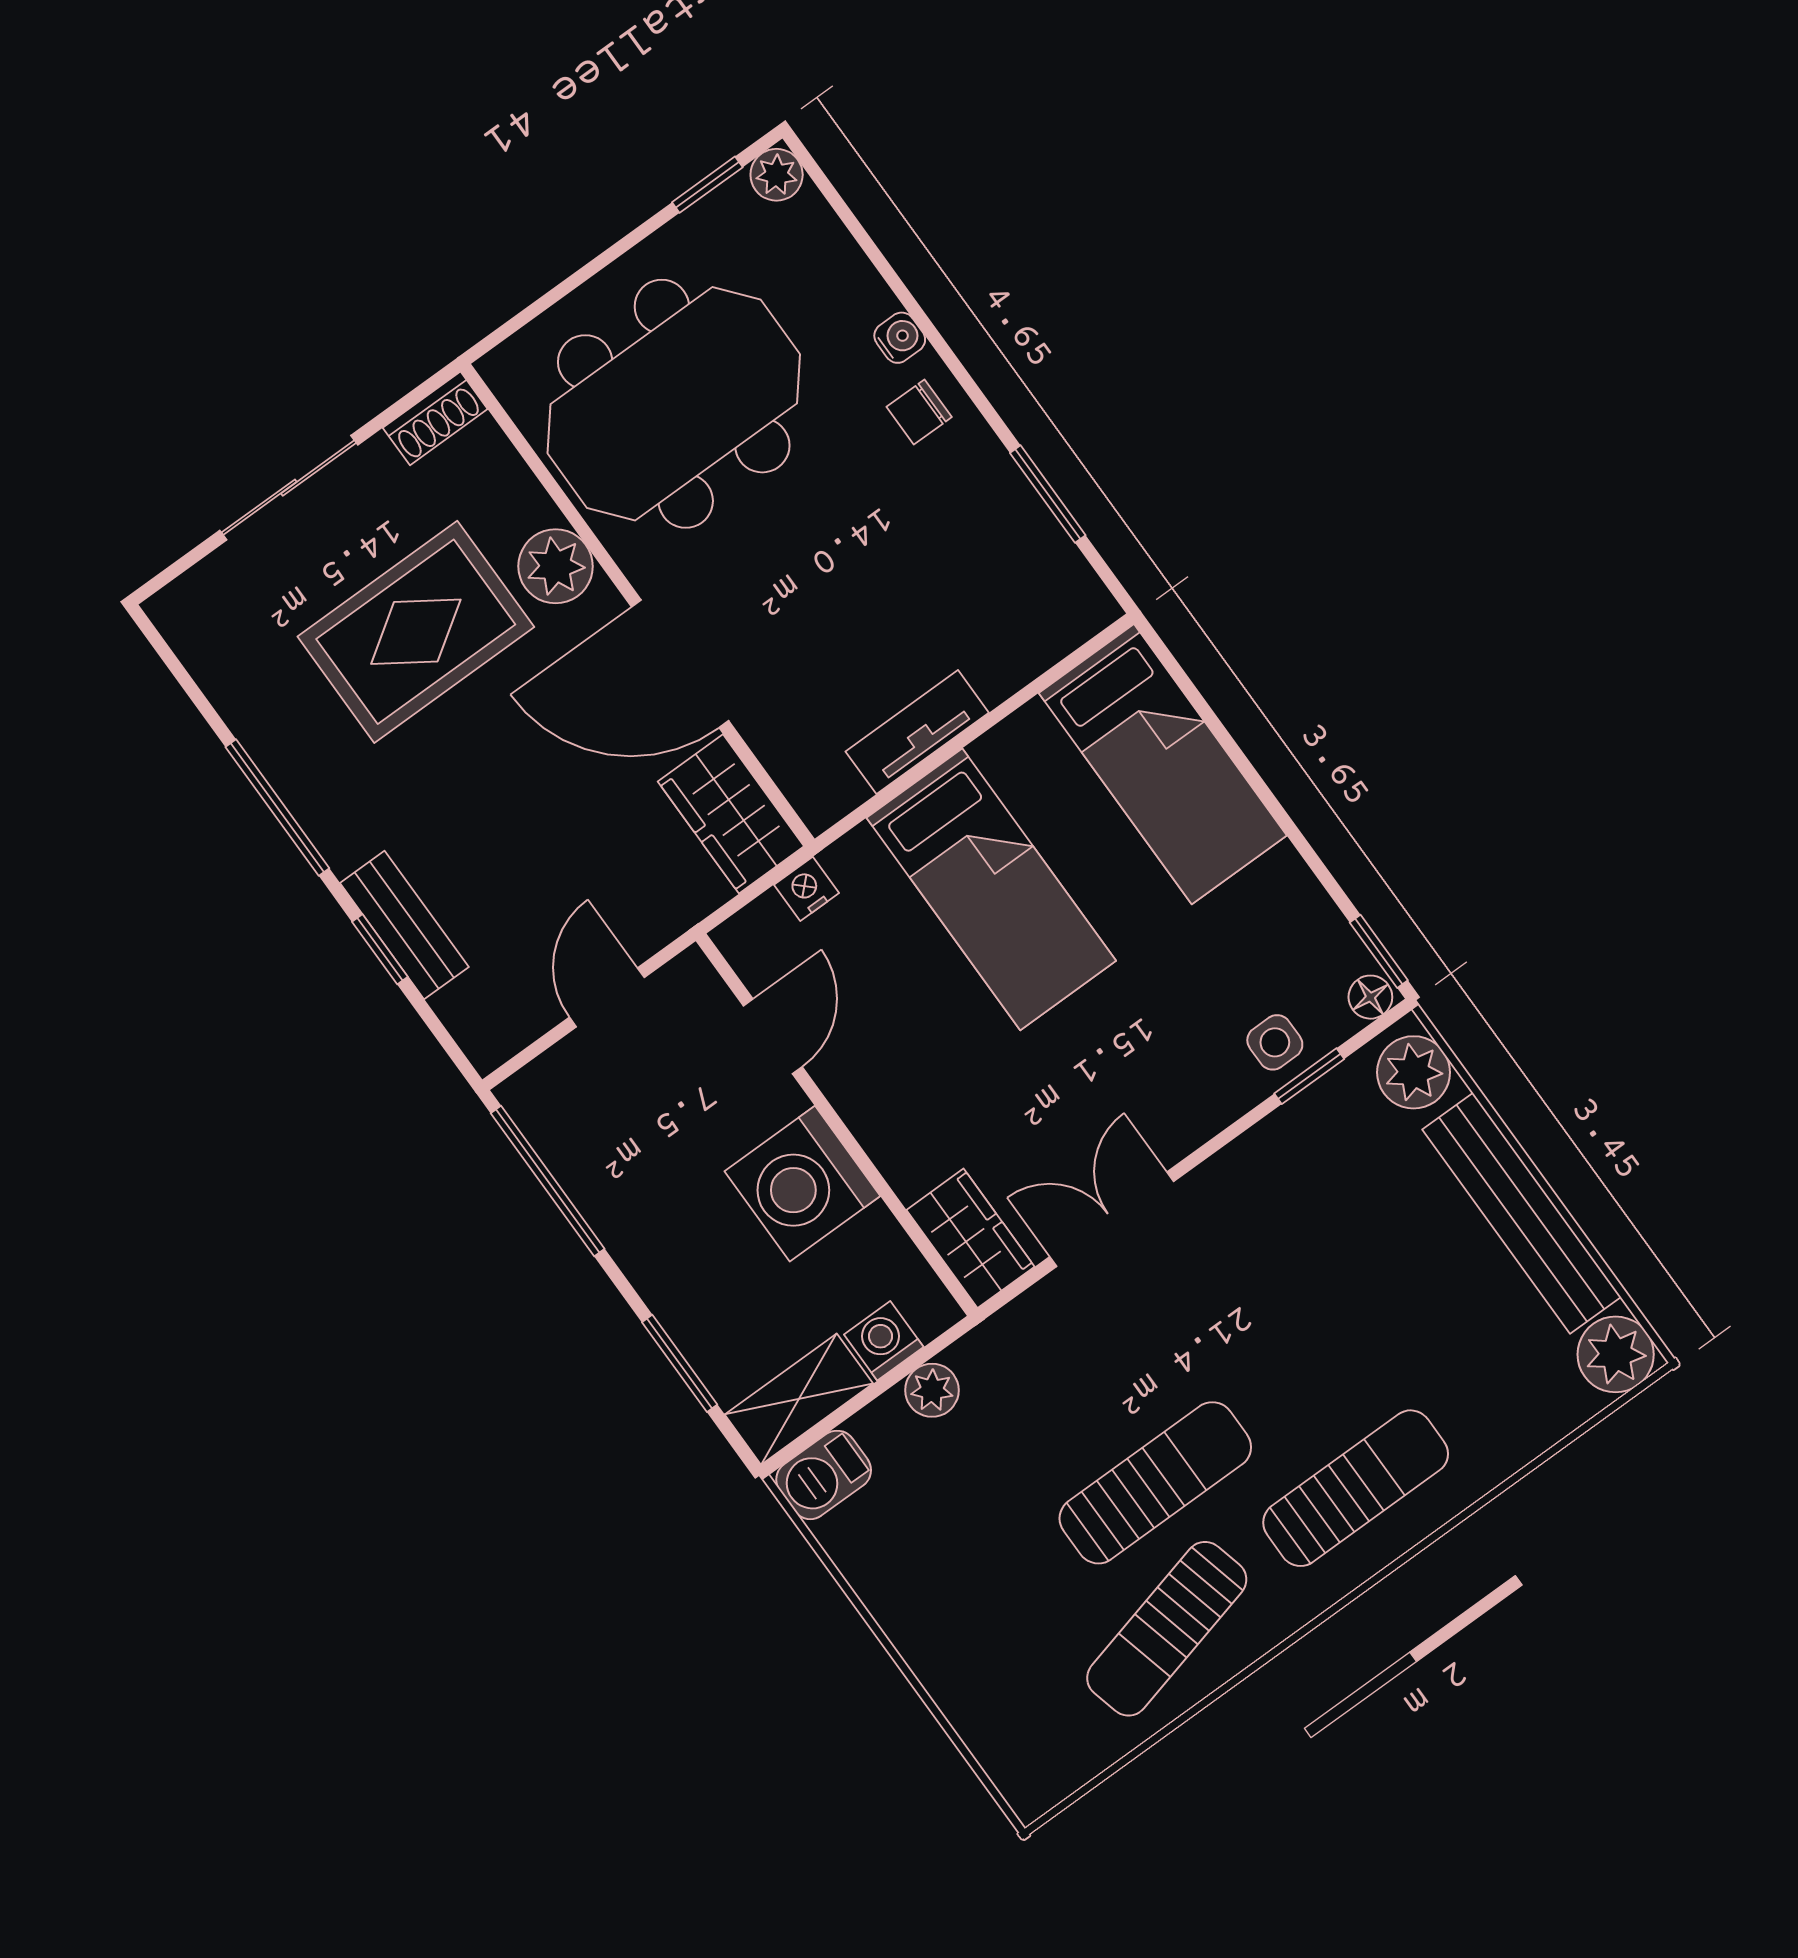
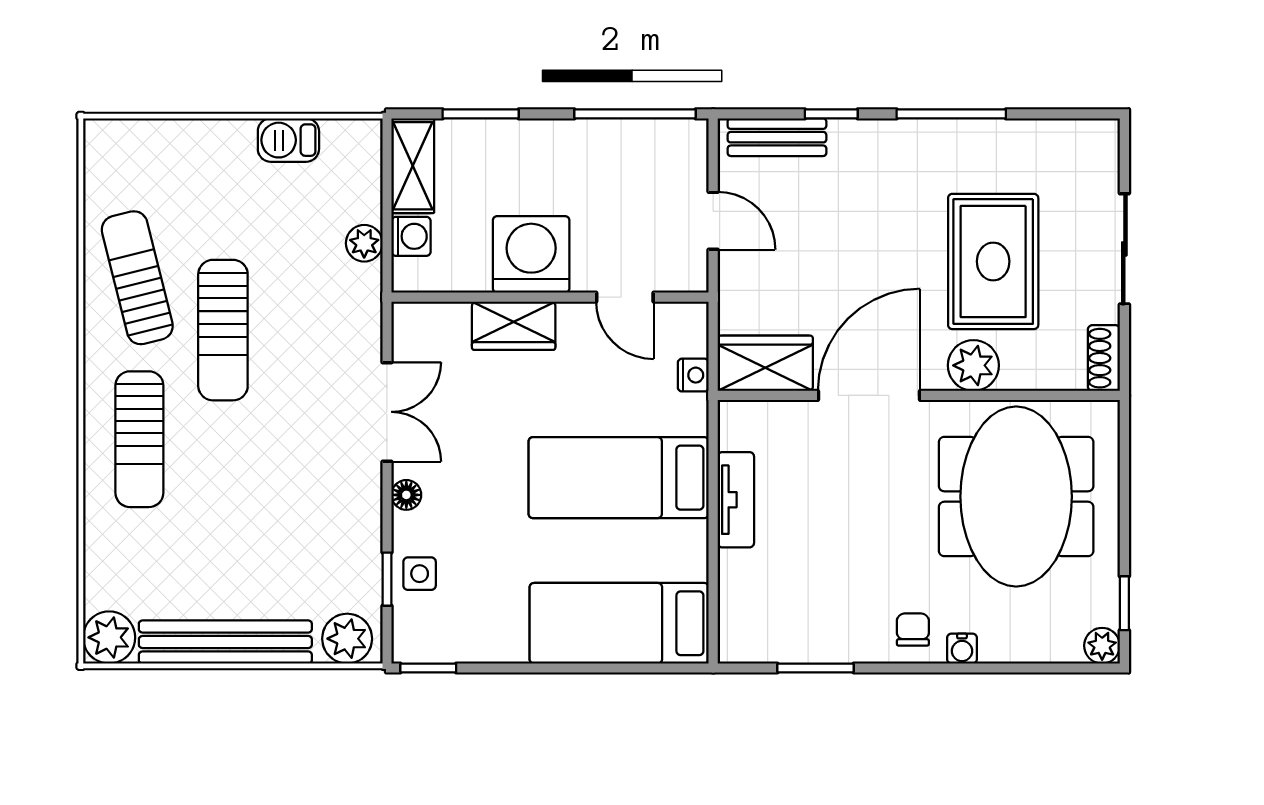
bench: (404, 925) -> (777, 137), moved
floor lamp: (1370, 997) -> (406, 495), moved
wardrobe: (971, 1238) -> (514, 326), moved
barbecue: (824, 1475) -> (288, 140), moved, turned -90

